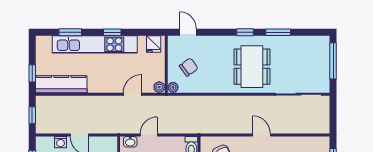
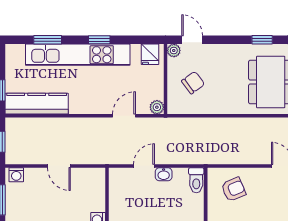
plant: (173, 87) -> (174, 50), moved
washing machine: (61, 142) -> (16, 175), moved
washbasin: (130, 142) -> (164, 174), moved

